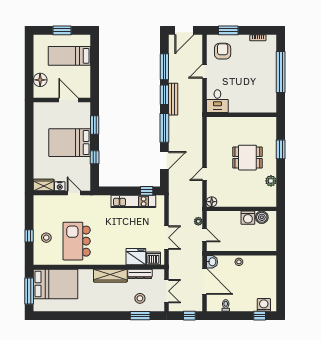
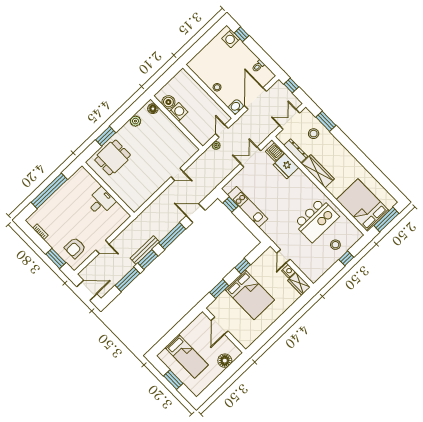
desk: (217, 101) -> (101, 202), moved
dining table: (247, 158) -> (113, 157), moved, turned 90
floor lamp: (212, 202) -> (153, 109), moved

